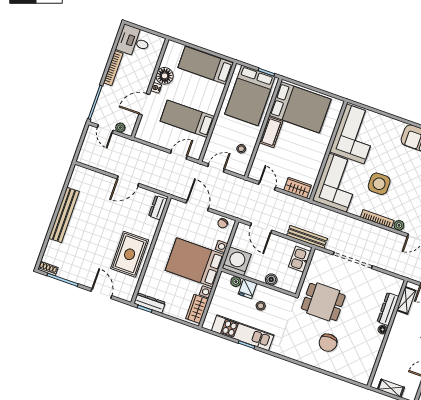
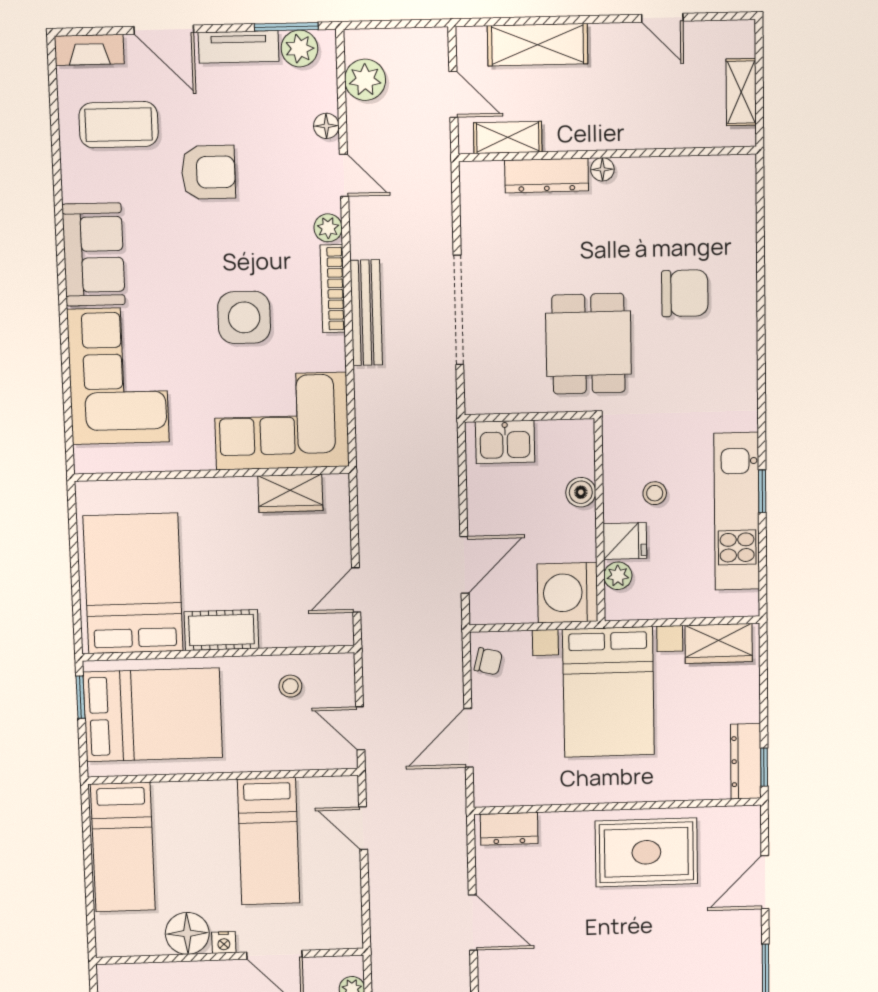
corner sofa: (355, 134) -> (118, 376), moved, turned 90
wardrobe: (298, 188) -> (290, 493), moved, turned -90
bench: (307, 237) -> (366, 313), moved

